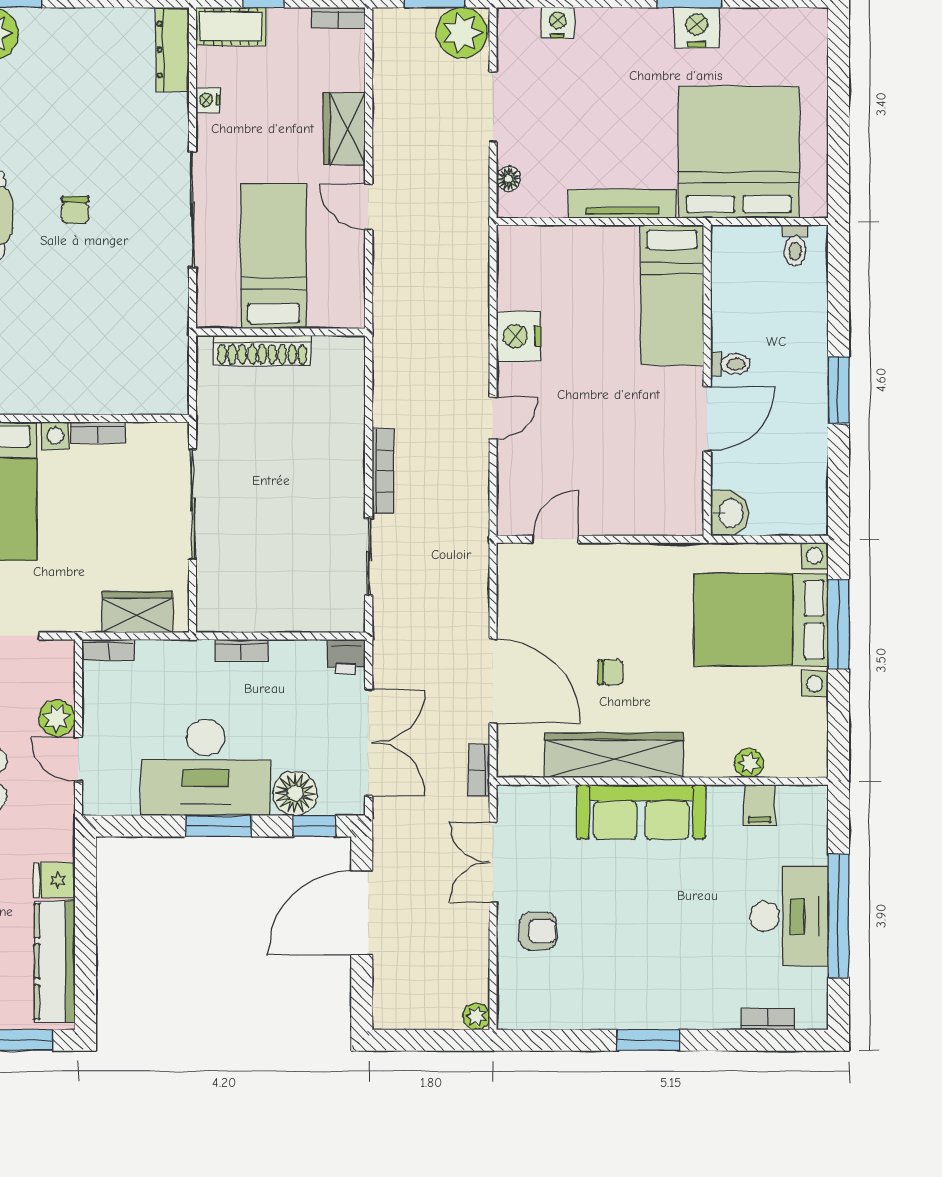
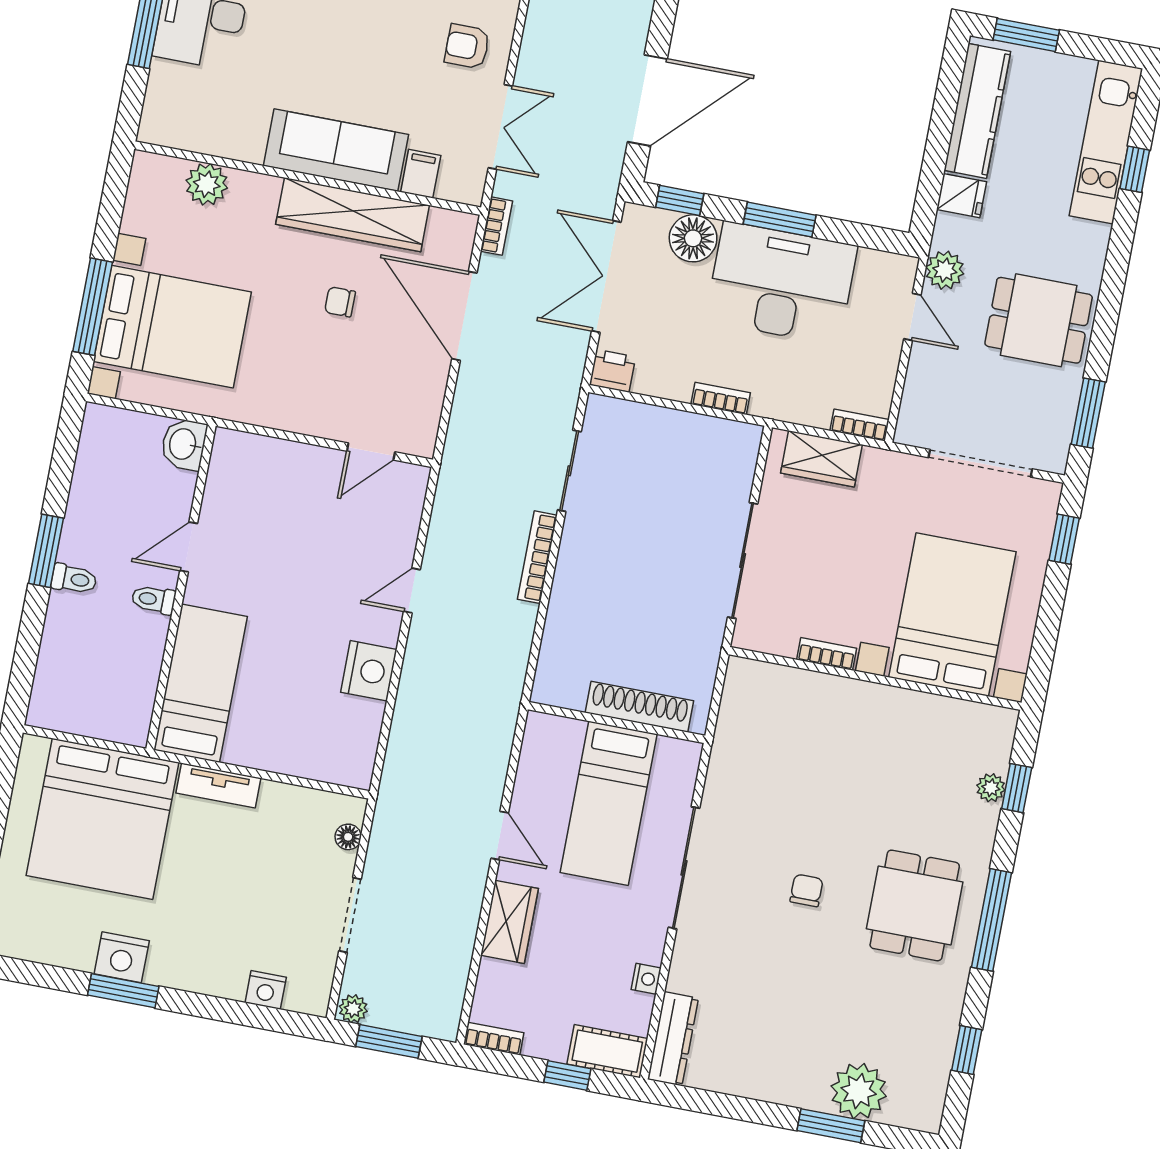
plant: (462, 33) -> (353, 1009), width x0.53, depth x0.53
tv unit: (622, 204) -> (218, 786), width x0.71
toilet: (795, 245) -> (74, 579), moved, turned 90
door: (707, 419) -> (189, 547), width x0.73
plant: (57, 718) -> (945, 270), moved
plant: (749, 763) -> (207, 184), width x1.38, depth x1.38
filing cabinet: (760, 805) -> (421, 174), moved

